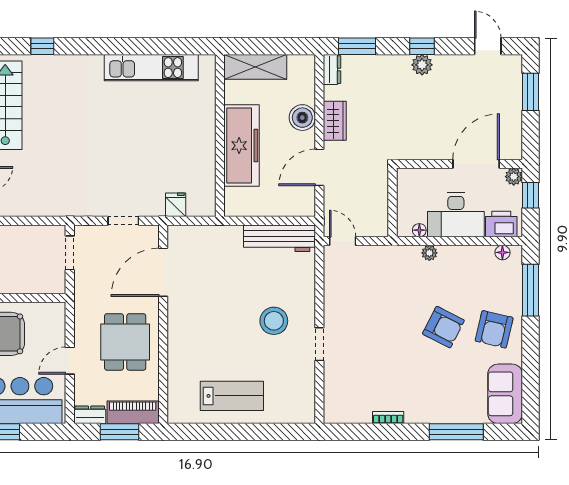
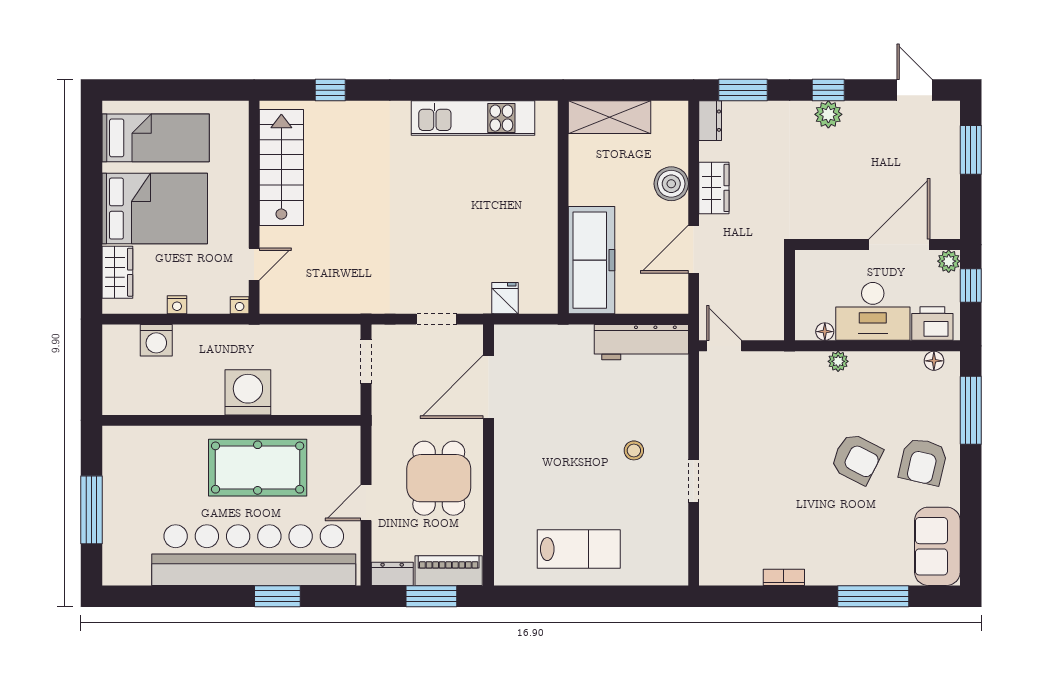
freezer: (242, 146) -> (591, 260), moved
stool: (274, 321) -> (634, 450), width x0.53, depth x0.53

